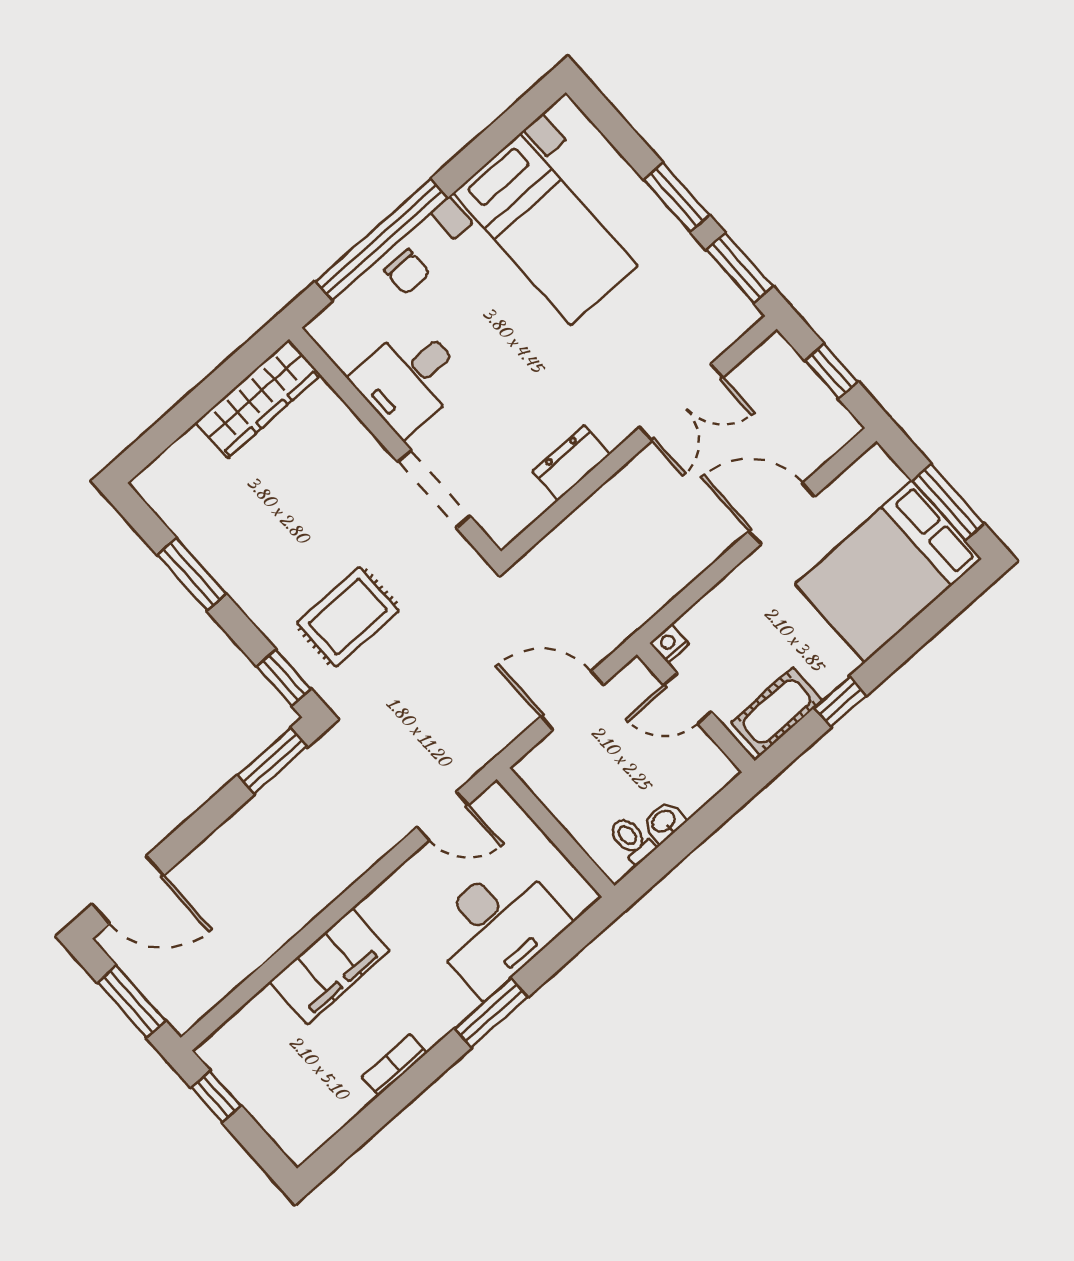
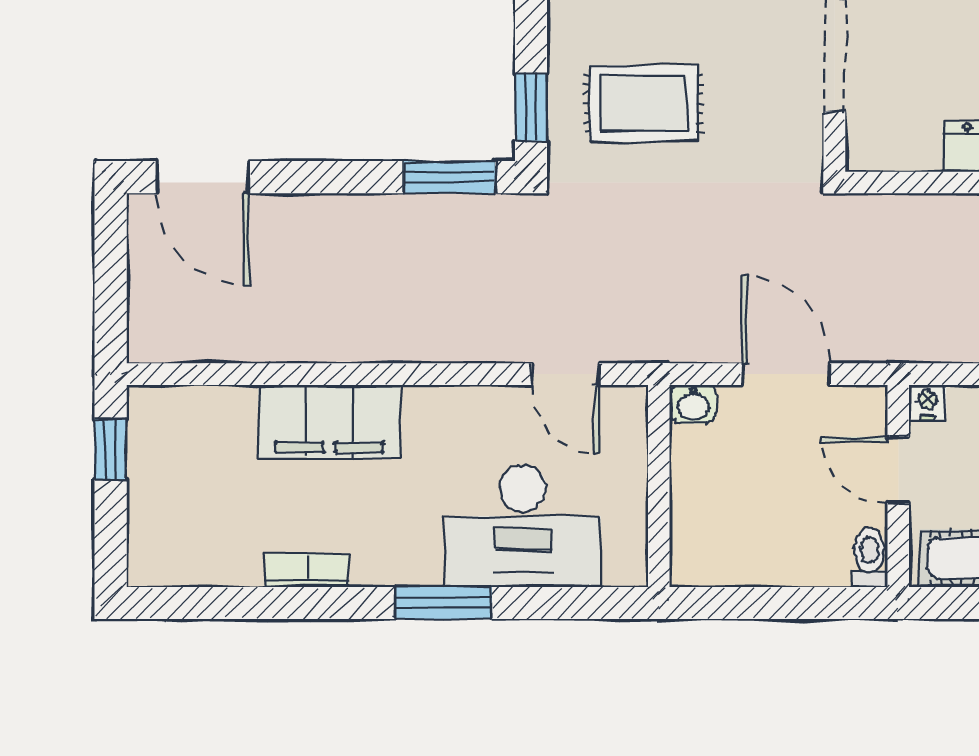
washbasin: (664, 822) -> (693, 404), moved, turned 180
toilet: (632, 840) -> (869, 557), moved
window: (131, 1002) -> (111, 287), removed

